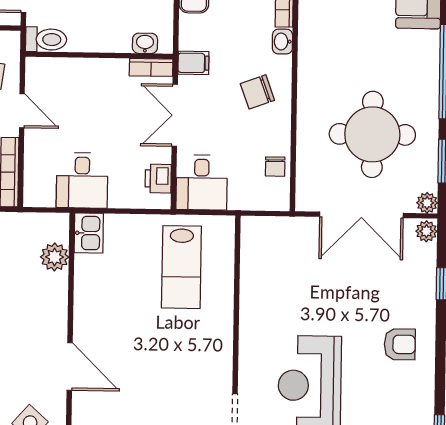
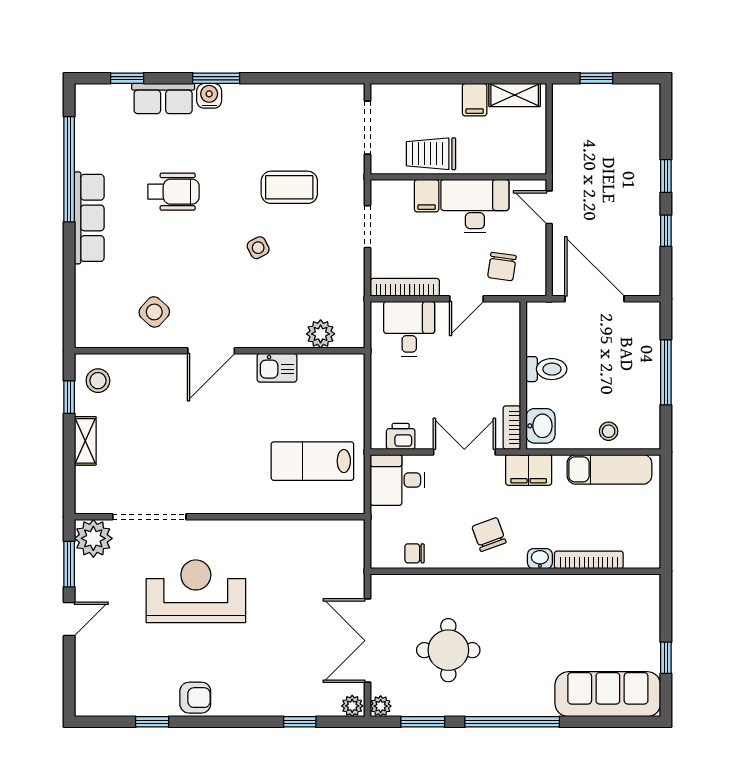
toilet: (46, 39) -> (546, 369), moved, turned -90
washbasin: (145, 43) -> (540, 426), width x1.38, depth x1.45
filing cabinet: (193, 63) -> (529, 470), width x2.00
round table: (372, 134) -> (448, 650), width x0.73, depth x0.73
desk: (82, 180) -> (409, 329), moved, turned 90
kitchen sink: (89, 233) -> (277, 368), moved
armchair: (400, 344) -> (195, 698), moved, turned -90

